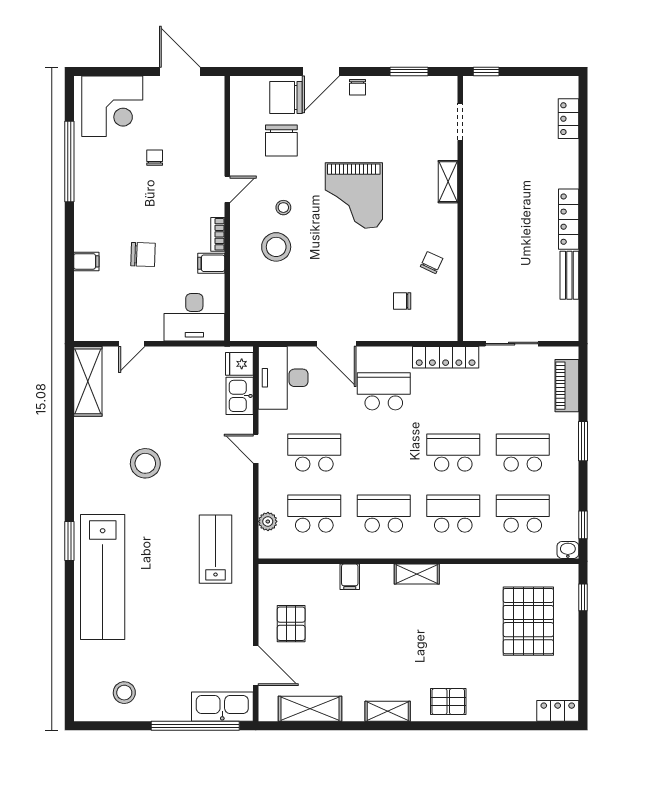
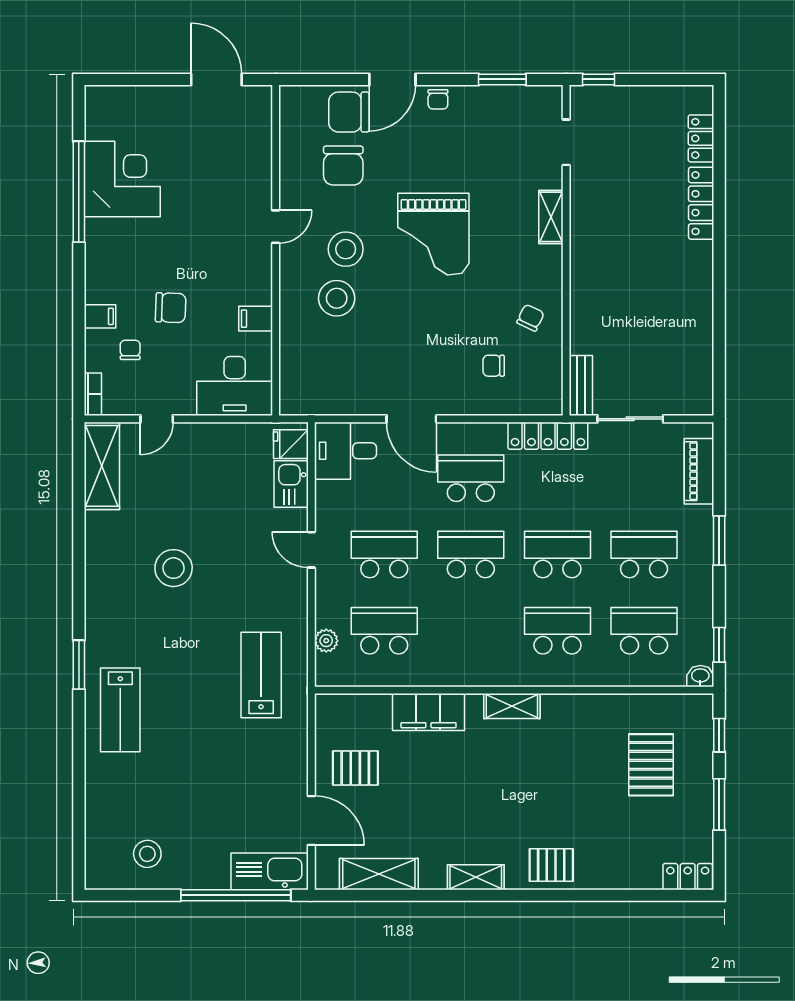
corner desk: (112, 106) -> (122, 179), moved, turned -90
chair: (155, 158) -> (130, 350), moved
stool: (283, 208) -> (346, 249), width x1.89, depth x1.89
locker: (569, 219) -> (701, 203), moved
bookcase: (218, 234) -> (93, 394), moved, turned 180
bench: (569, 275) -> (581, 385), moved
desk: (283, 378) -> (345, 451), width x0.73
school desk: (384, 514) -> (471, 555), moved
lab bench: (103, 577) -> (120, 710), width x0.54, depth x0.72
filing cabinet: (350, 577) -> (428, 712), width x3.00, depth x1.17
pallet: (528, 621) -> (651, 765), width x0.73, depth x0.71
pallet: (291, 624) -> (355, 768), turned 90
window: (583, 653) -> (719, 804), added

